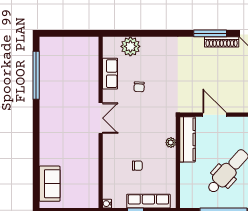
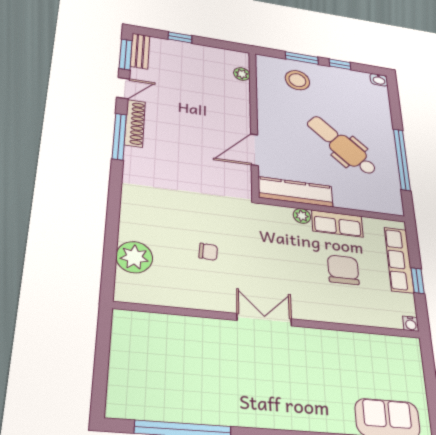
row of seats: (110, 74) -> (337, 224), moved, turned 180
chair: (137, 166) -> (343, 270), width x1.87, depth x1.87

